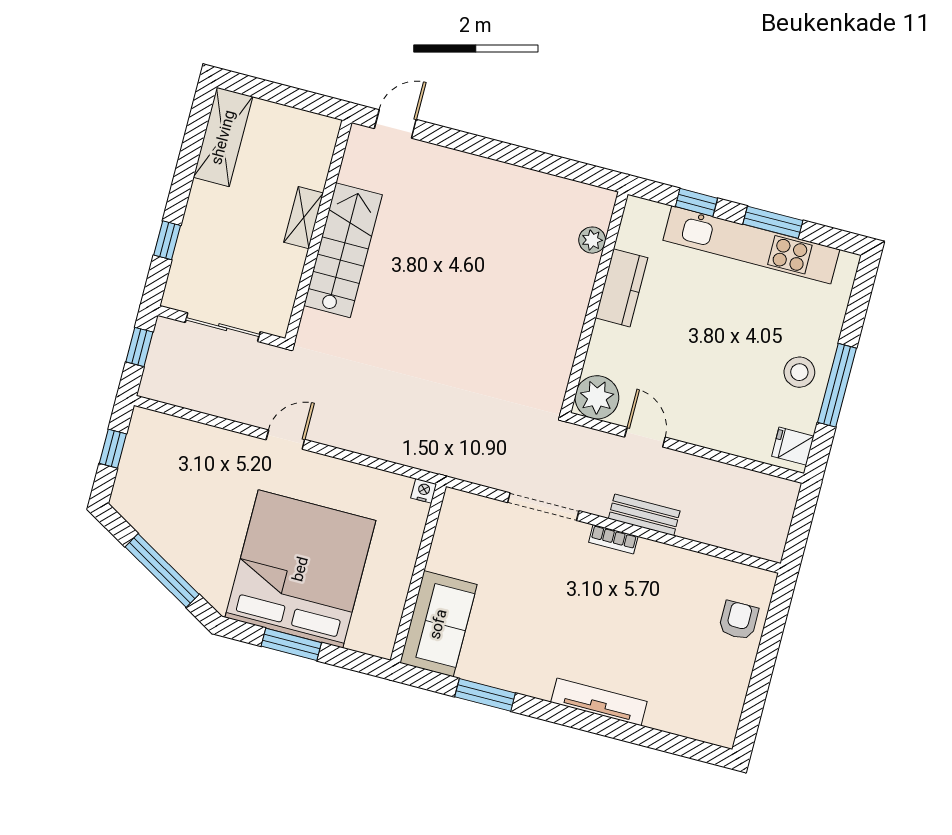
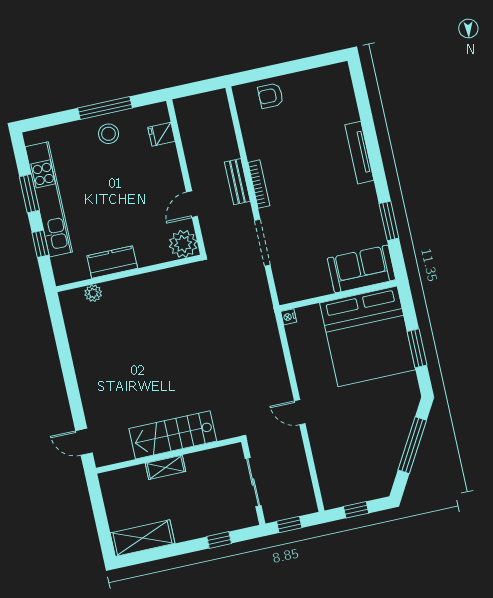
fridge: (793, 446) -> (161, 134), moved, turned 90
bookcase: (613, 539) -> (259, 184), width x1.56
bed: (300, 569) -> (368, 336), moved, turned -90

